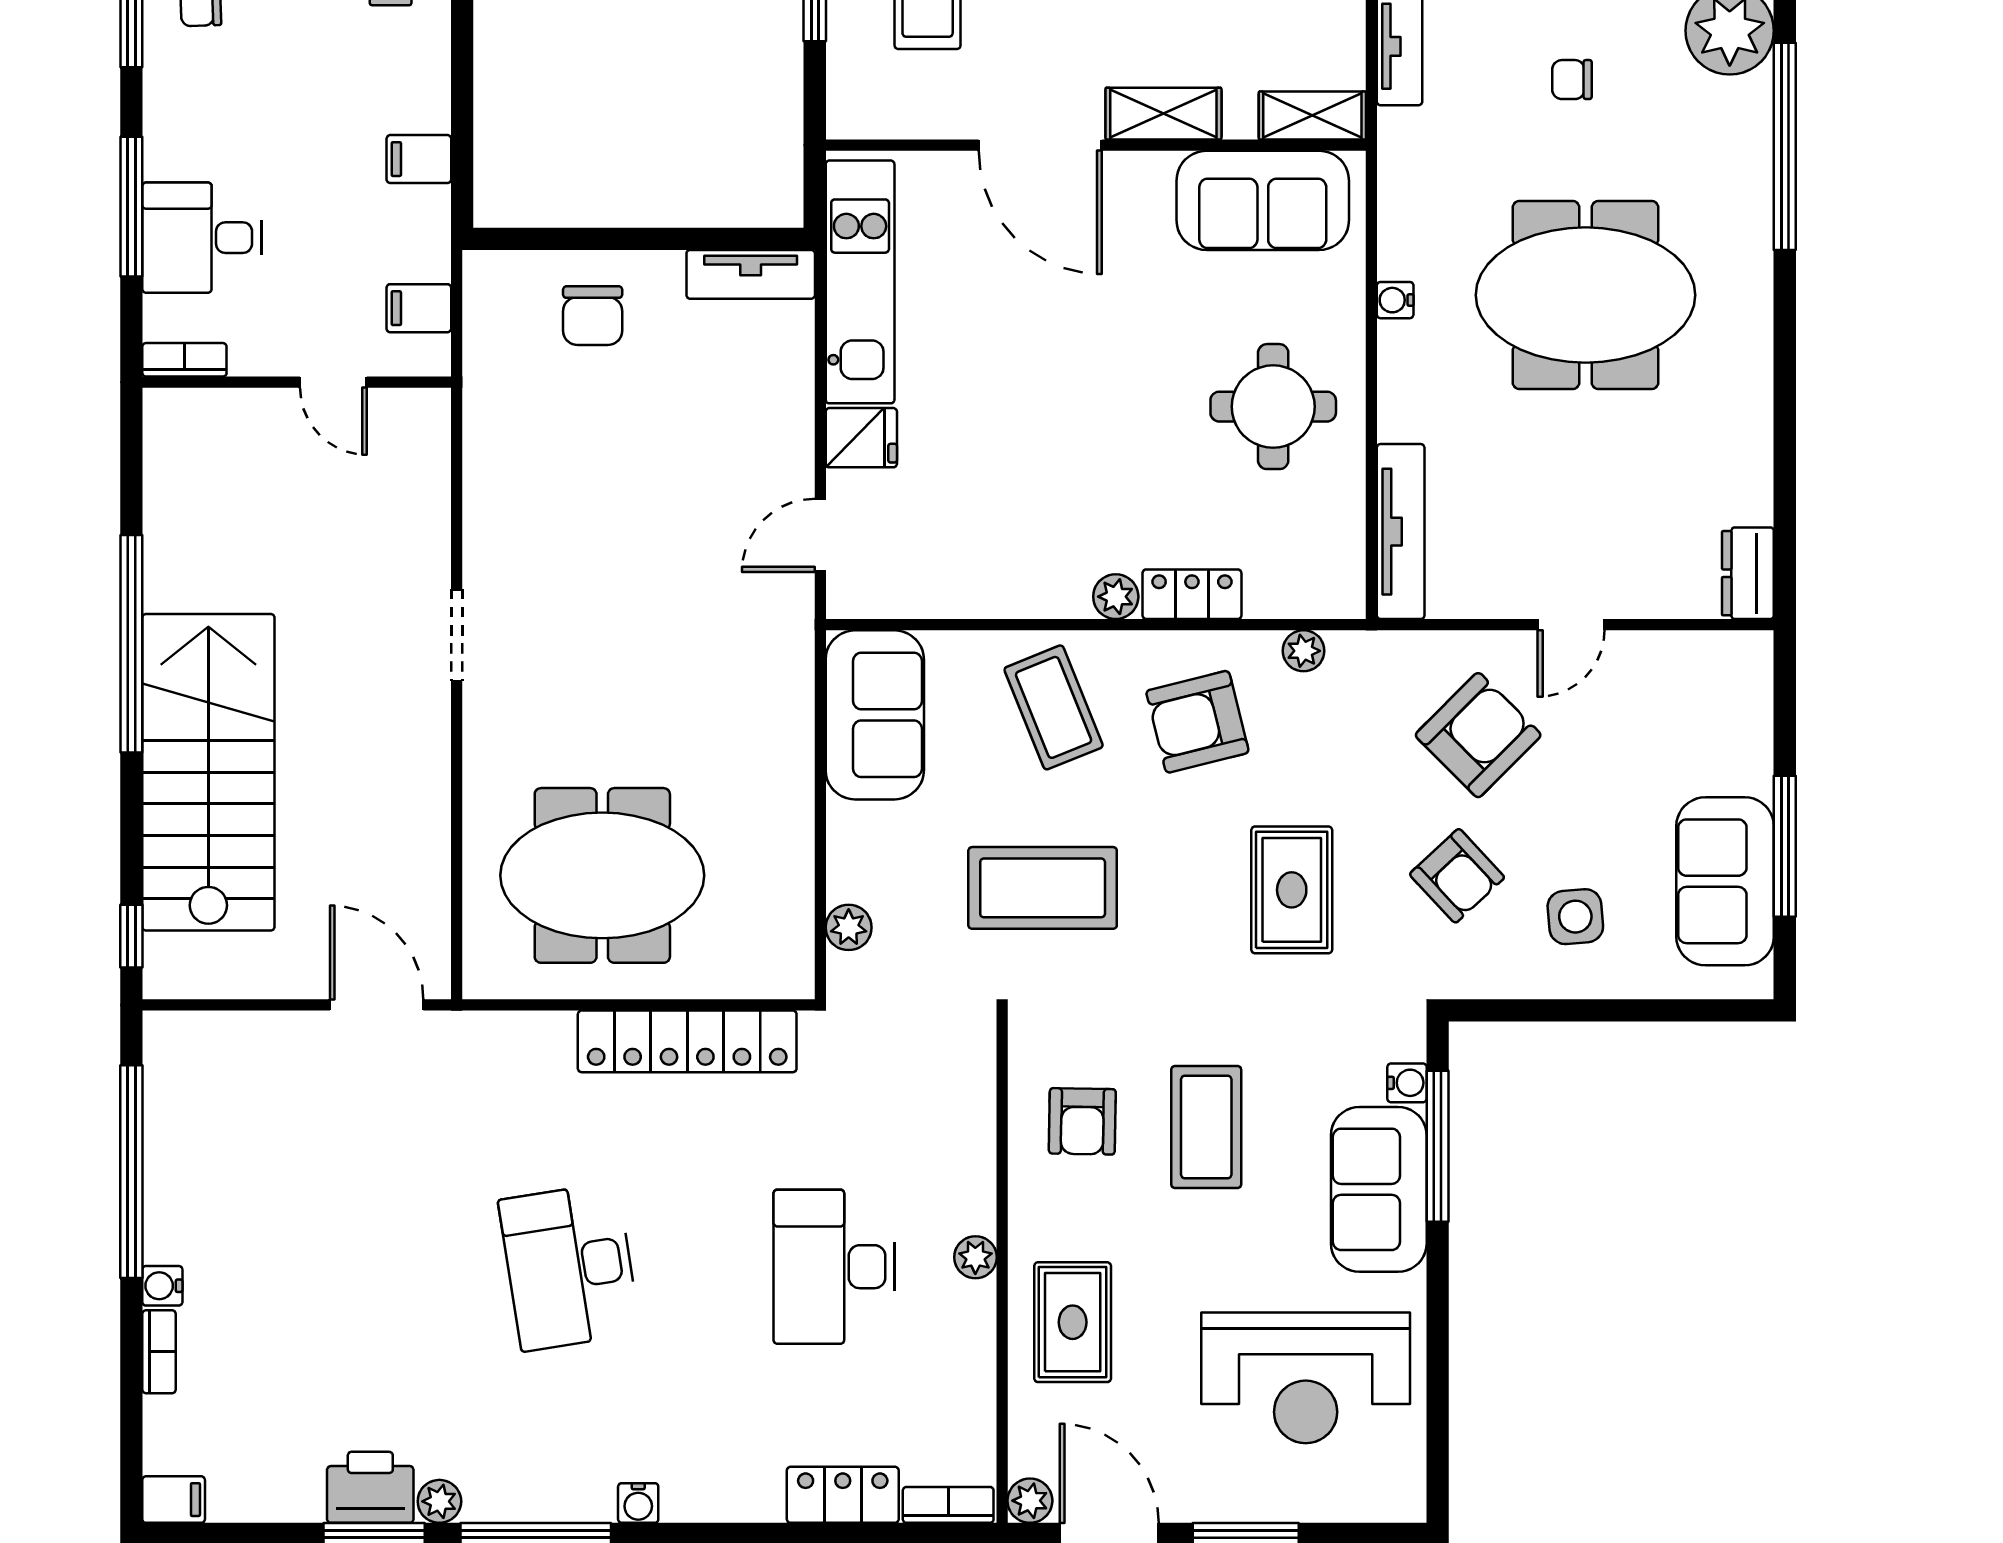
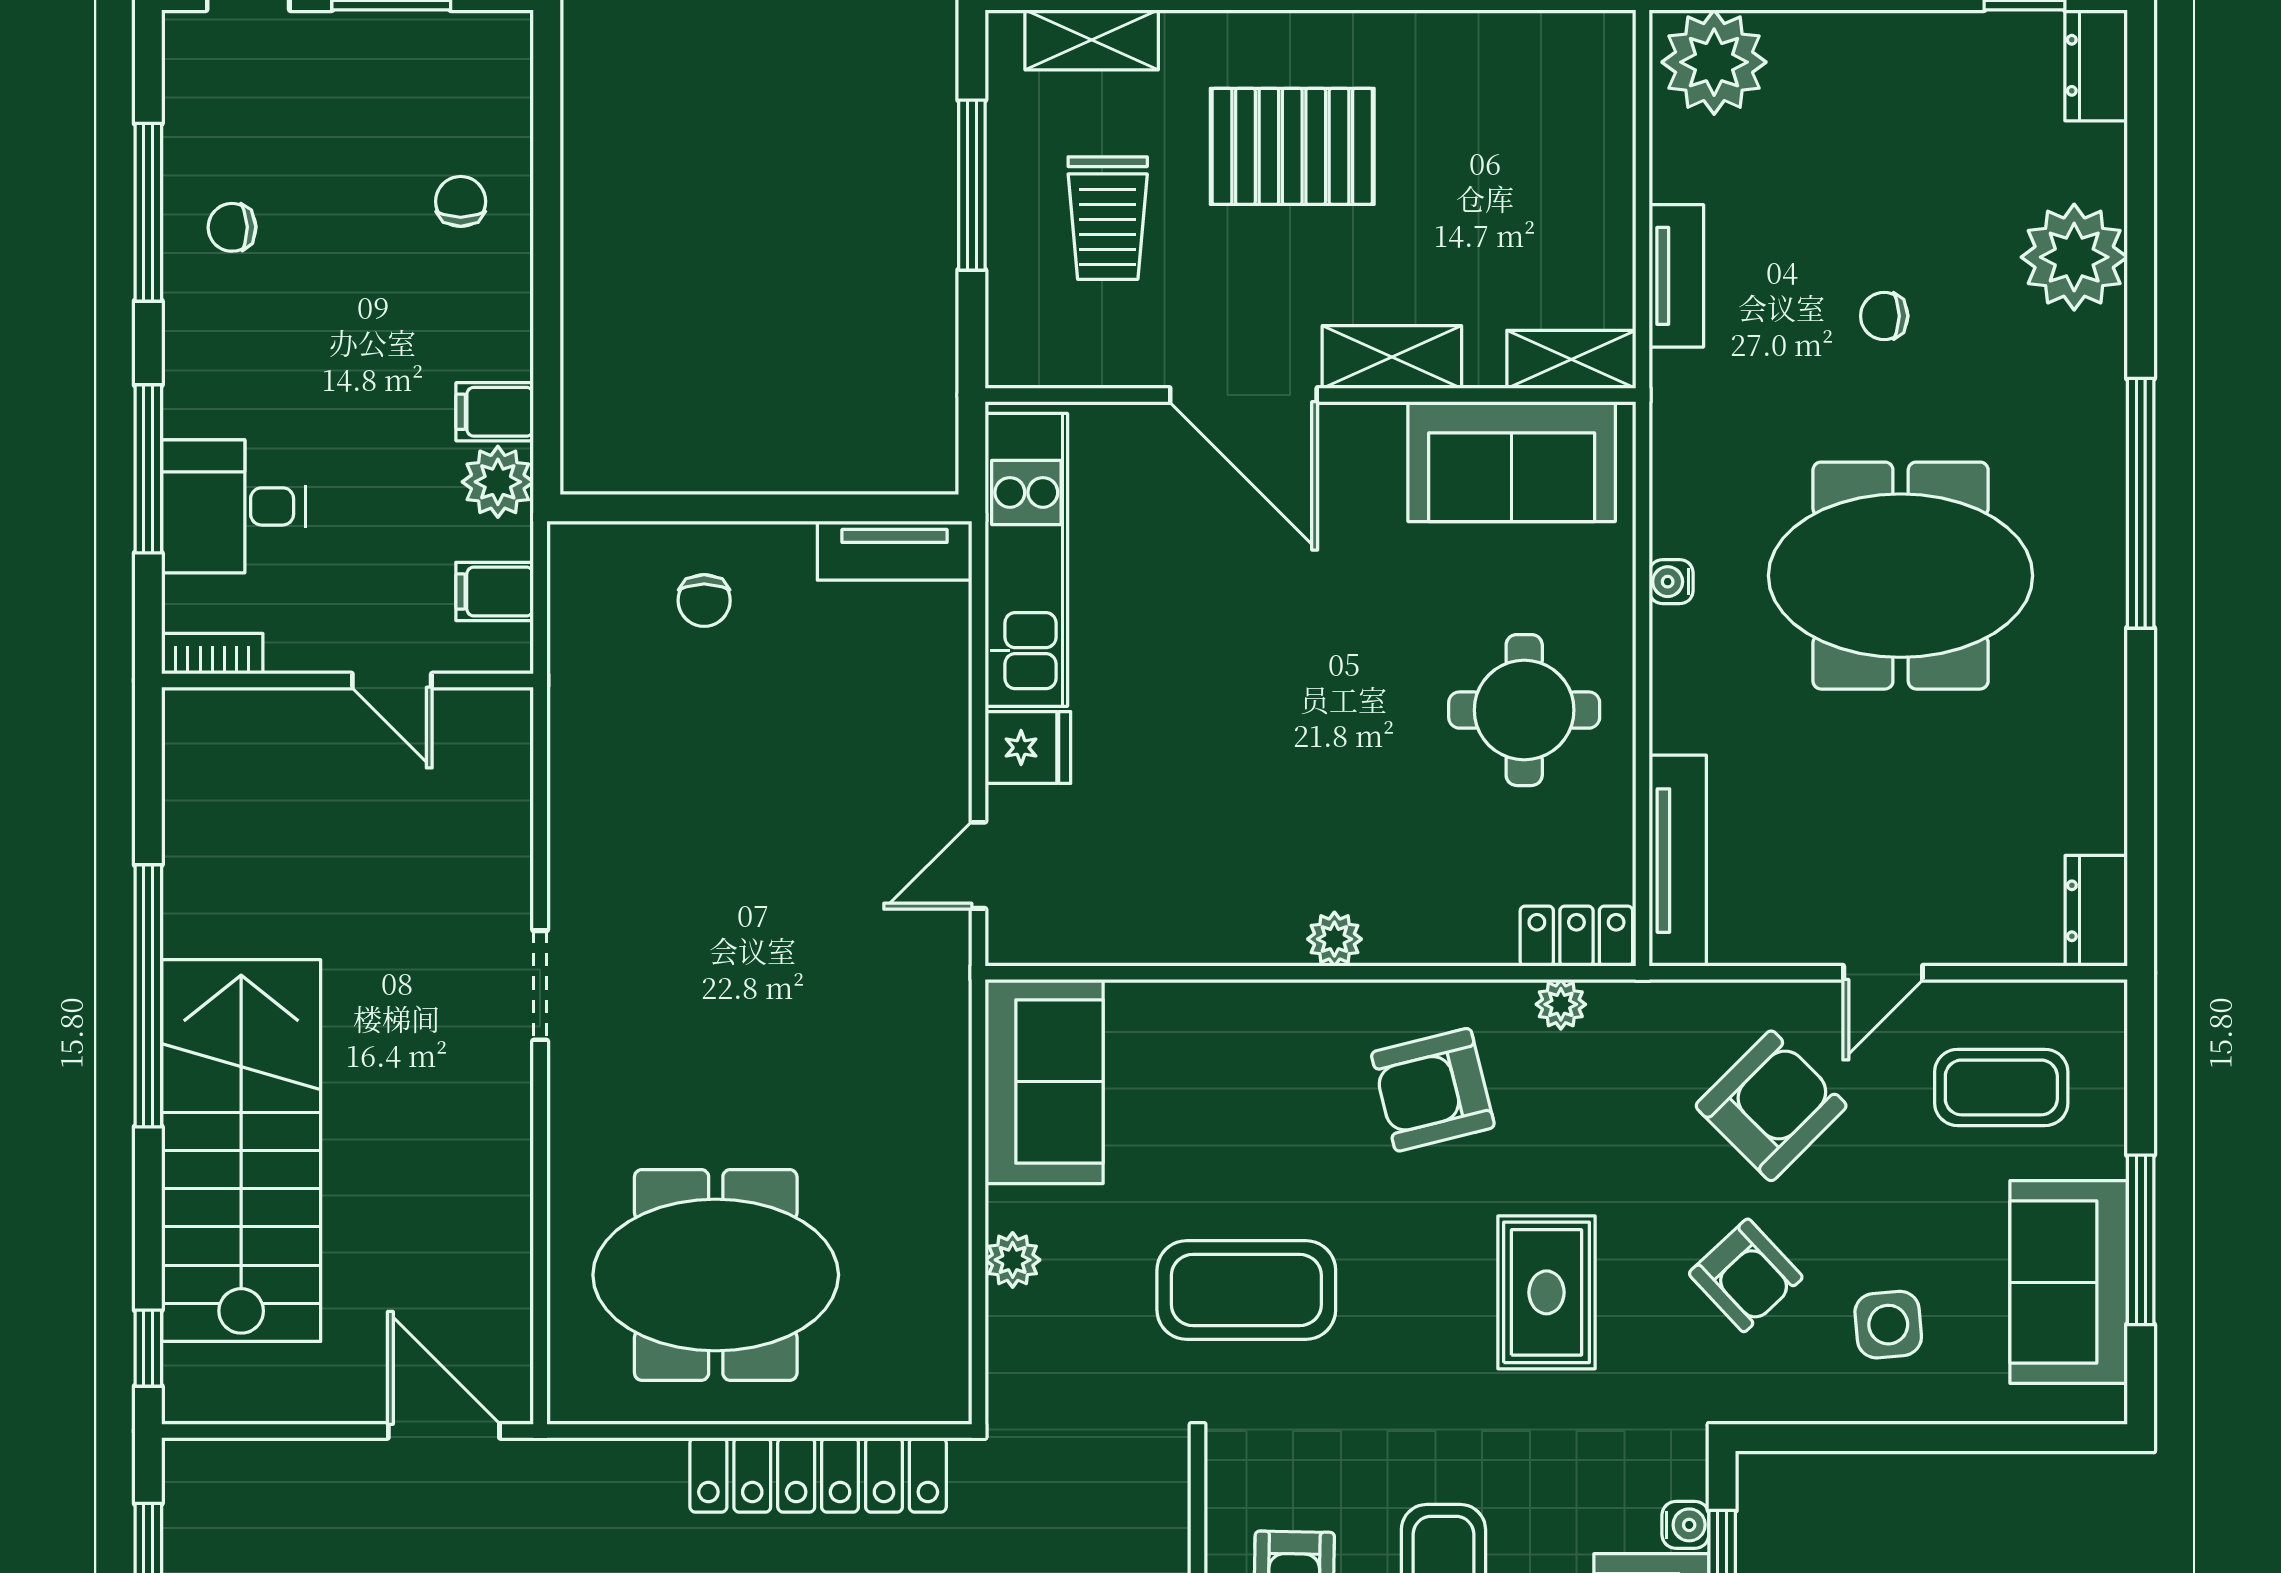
window: (1785, 146) -> (2141, 503), moved
plant: (421, 217) -> (498, 482), added
chair: (593, 316) -> (704, 600), width x0.73, depth x0.73
locker: (1192, 594) -> (1576, 936), moved
coffee table: (1054, 707) -> (2001, 1087), moved, turned -68
plant: (849, 927) -> (1013, 1260), moved

